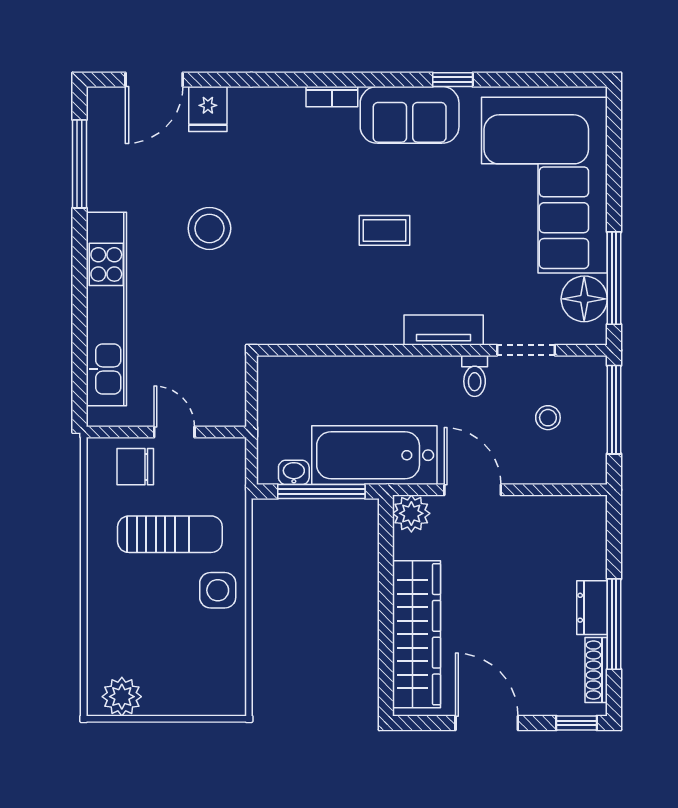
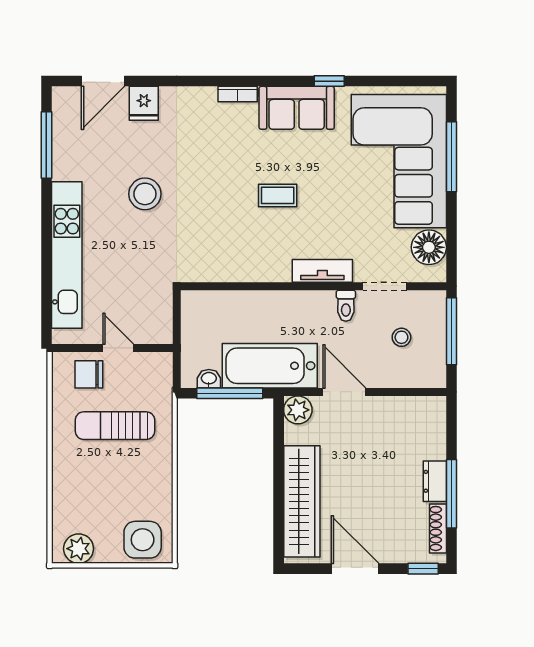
window: (614, 278) -> (451, 157), moved
sun lounger: (170, 534) -> (115, 426), turned 180
side table: (218, 590) -> (143, 540), moved, width x1.37, depth x1.37

